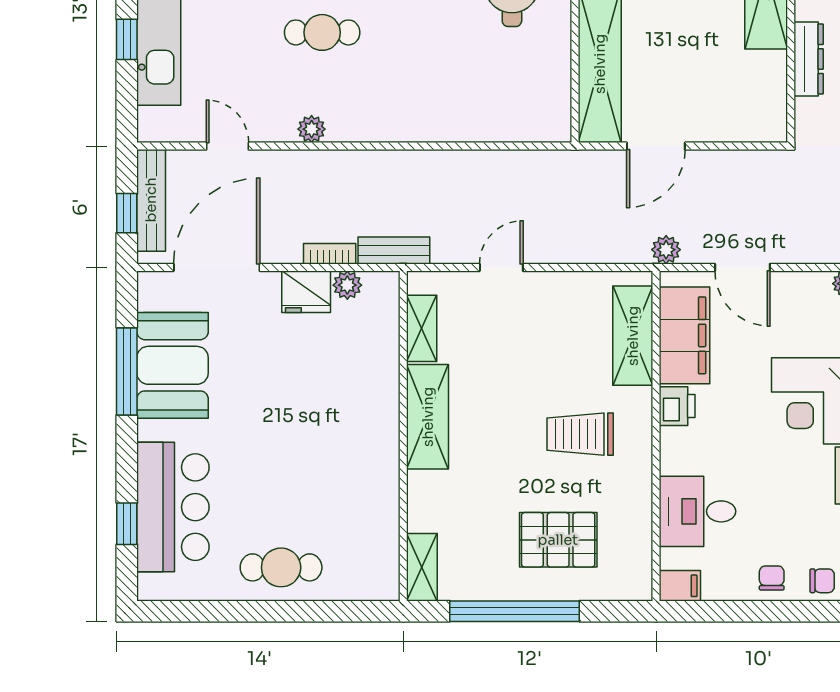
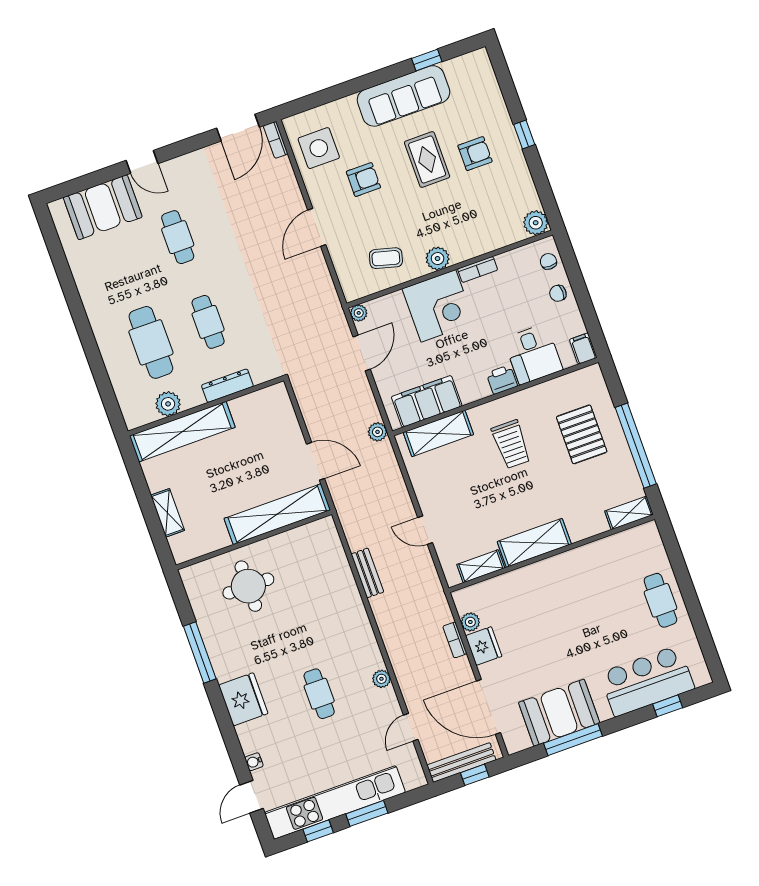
window: (127, 39) -> (367, 813), width x1.50
bench: (394, 250) -> (367, 573), moved
door: (742, 267) -> (362, 353), moved
printer: (677, 406) -> (502, 380), moved

